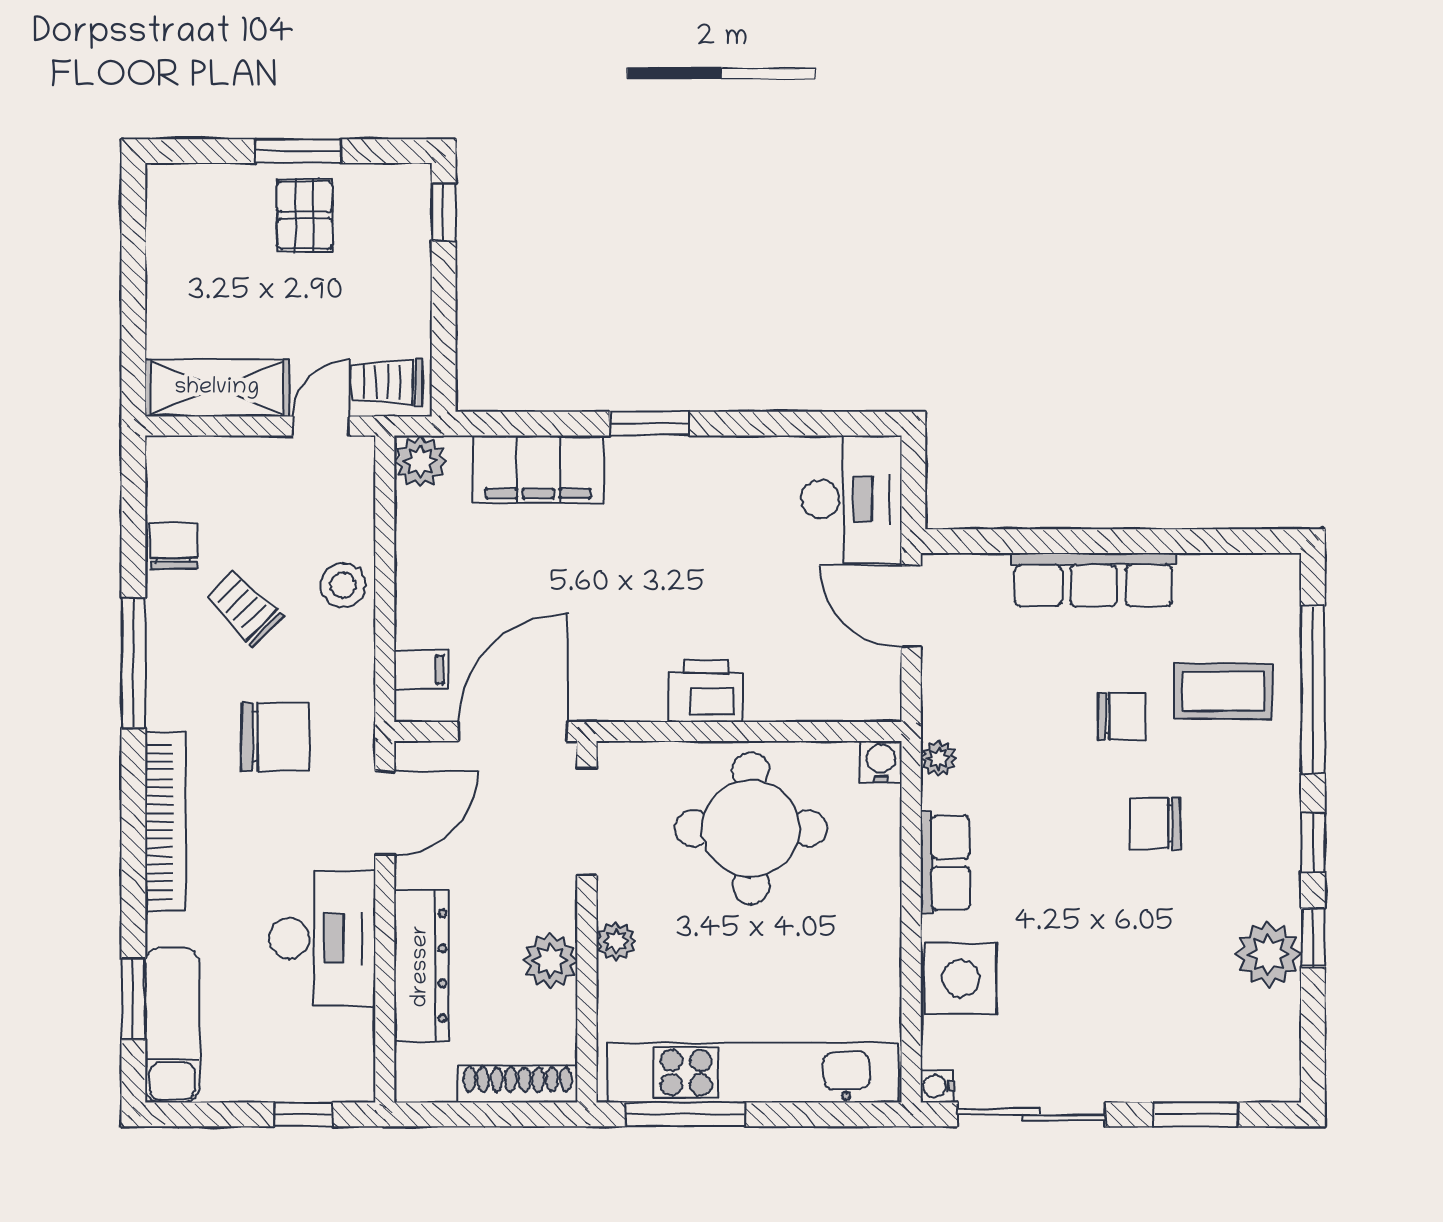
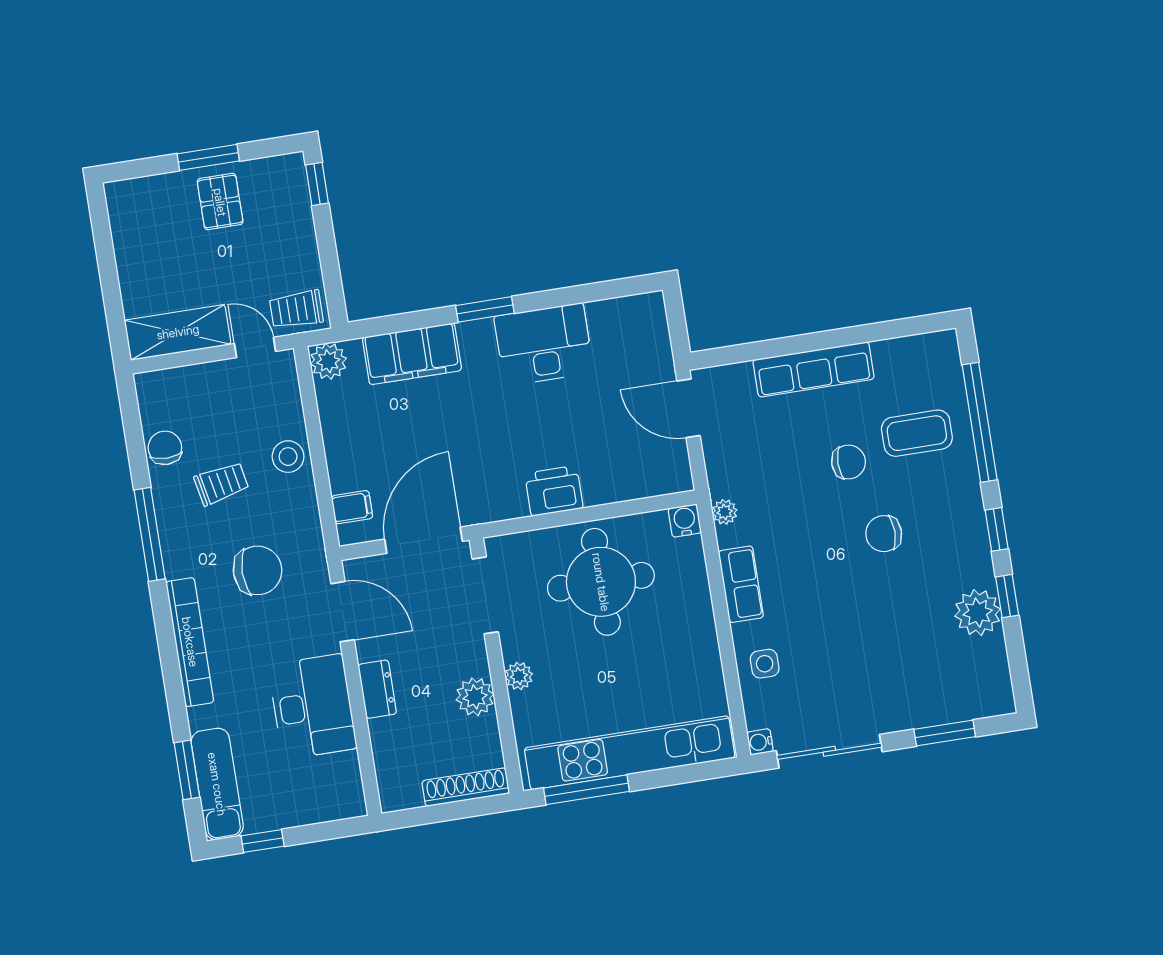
door: (321, 426) -> (255, 347), hinge flipped
desk: (852, 499) -> (544, 345), moved, turned -90
trolley: (244, 608) -> (221, 484), turned 124
door: (385, 813) -> (343, 612), hinge flipped
dresser: (421, 966) -> (377, 689), width x0.51, depth x0.80
side table: (961, 978) -> (765, 664), width x0.54, depth x0.54
window: (303, 1114) -> (263, 841), moved

